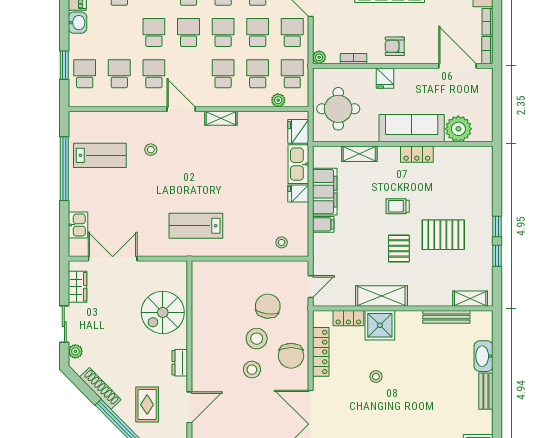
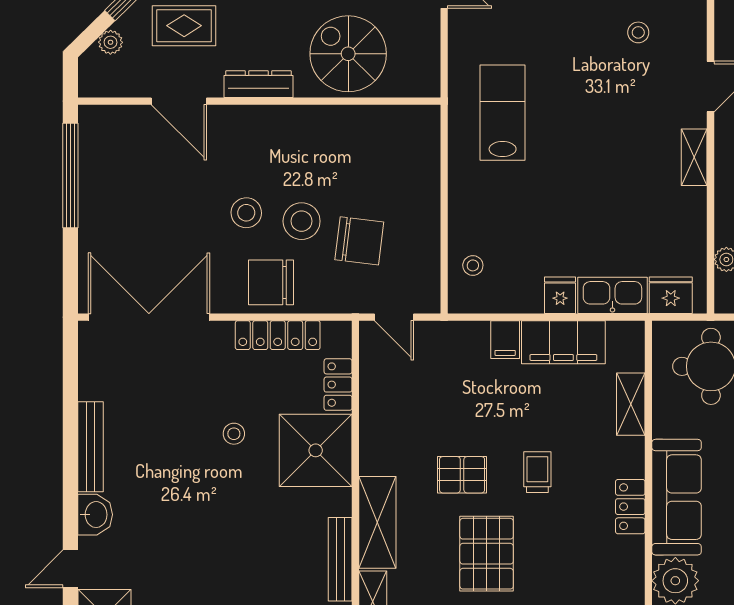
shelving: (381, 296) -> (377, 522), moved
shower: (380, 325) -> (316, 450), width x1.37, depth x1.37
dresser: (180, 363) -> (258, 84), width x1.44

